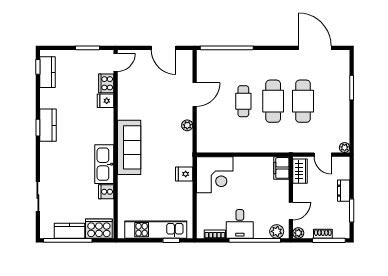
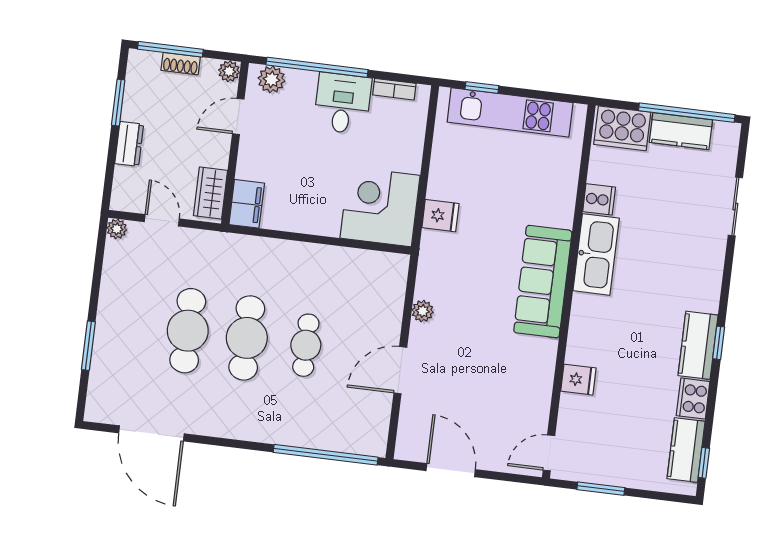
cooker: (106, 83) -> (693, 399), moved, turned 180

